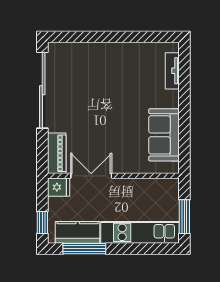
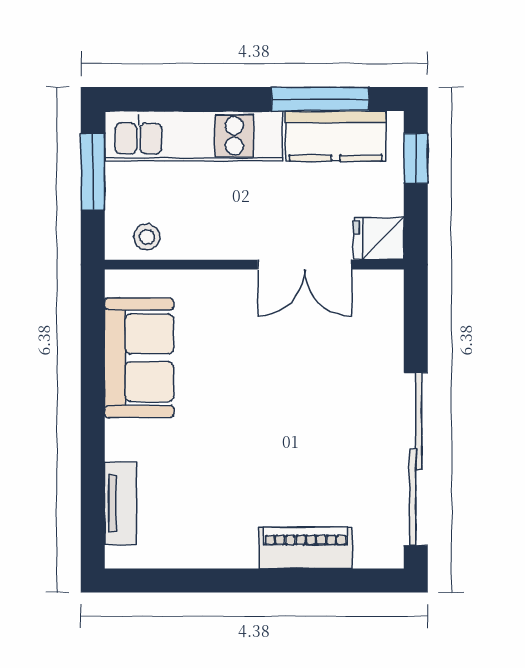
piano: (57, 153) -> (306, 548), moved, turned 90
stool: (161, 188) -> (147, 237), added

